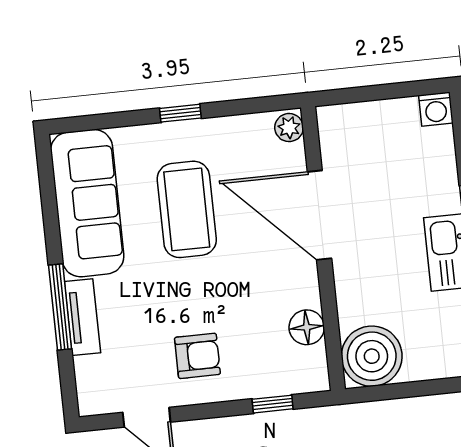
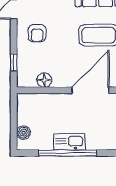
boiler: (372, 356) -> (23, 133), moved, width x0.54, depth x0.54

